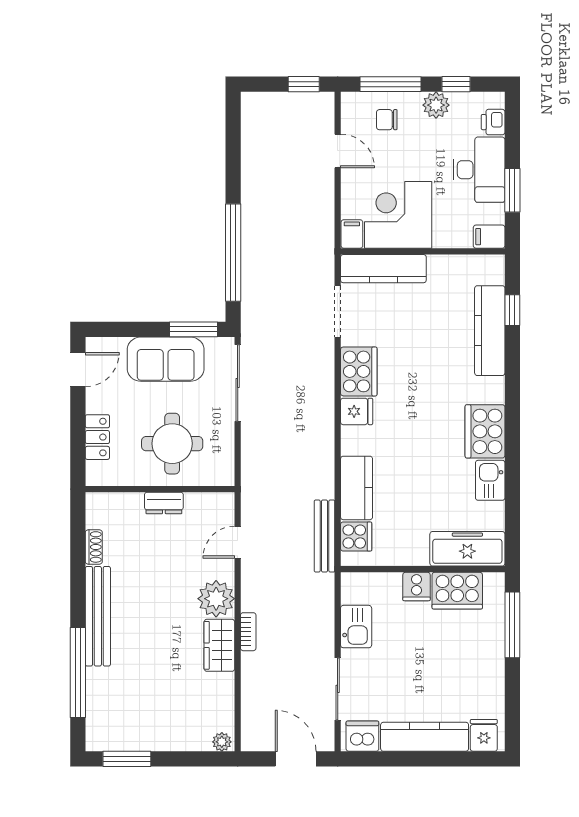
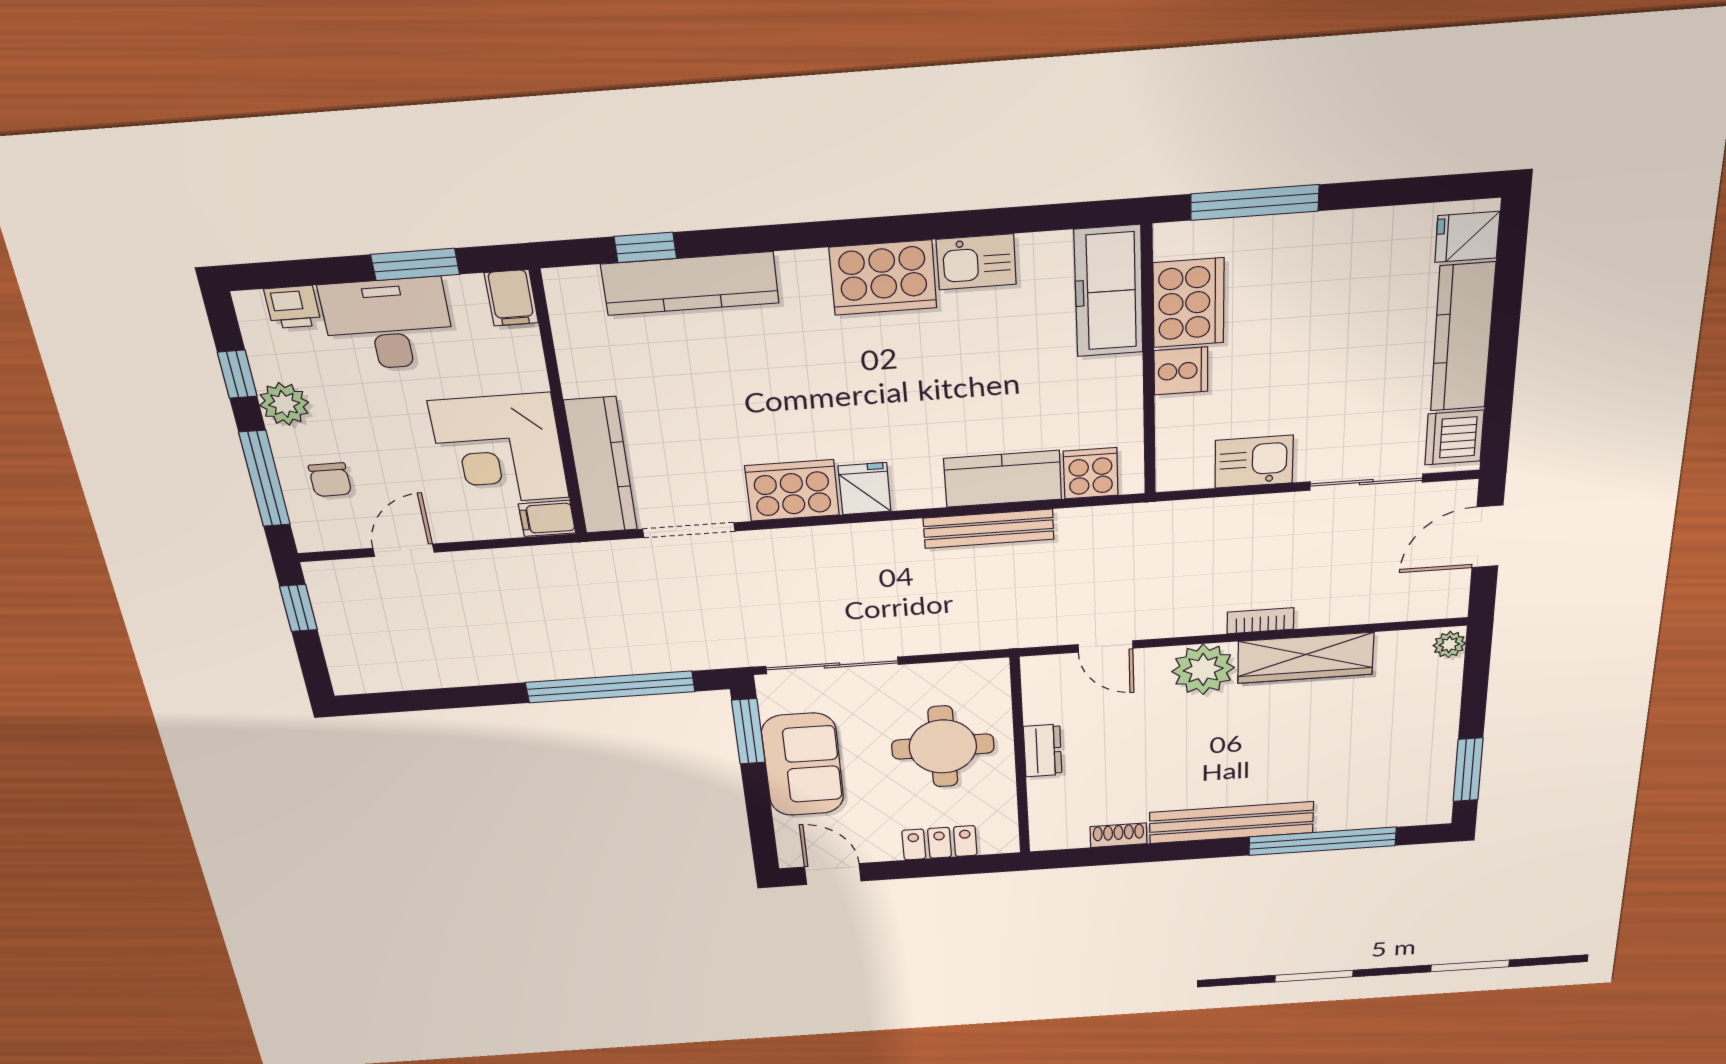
bench: (324, 536) -> (989, 529), moved
wardrobe: (219, 645) -> (1305, 658), width x1.50

